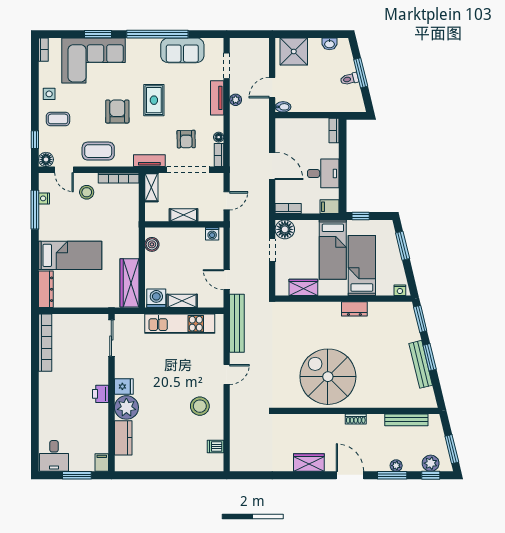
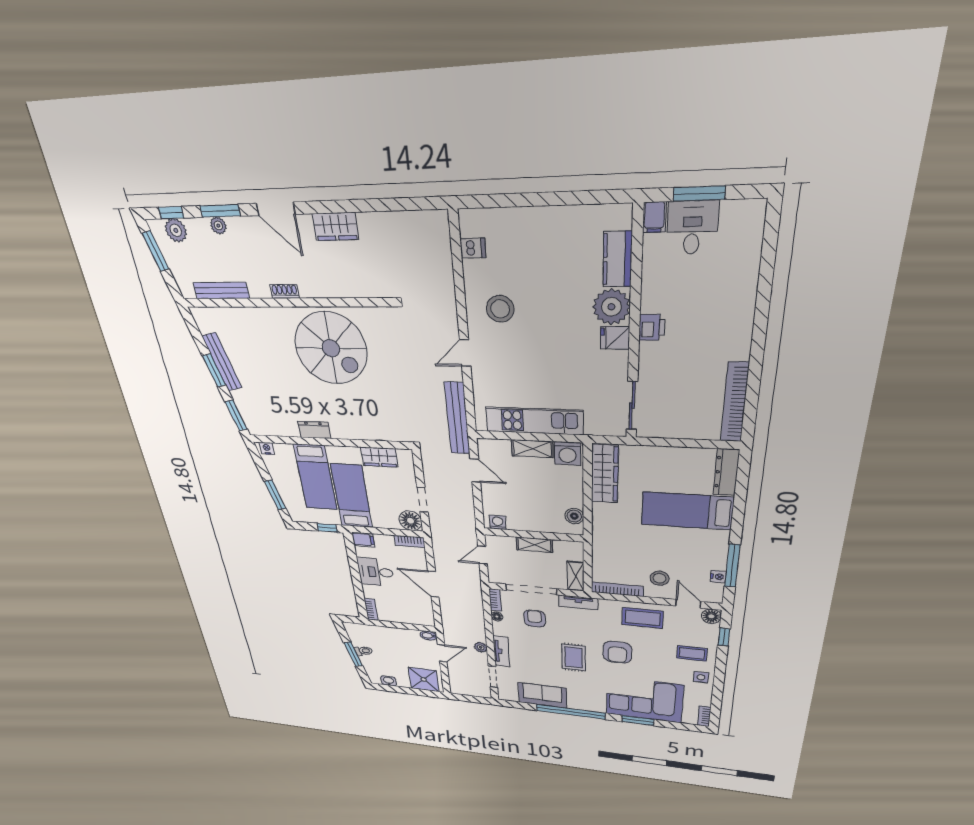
desk: (54, 456) -> (692, 228), moved

